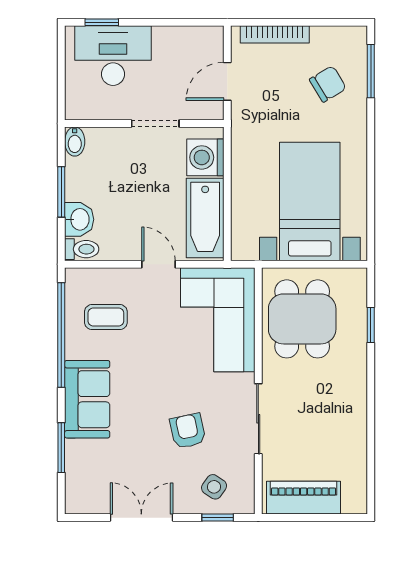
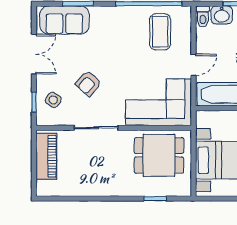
coffee table: (106, 317) -> (160, 32), width x1.36, depth x1.30
sofa: (87, 399) -> (64, 20), moved
armchair: (188, 431) -> (88, 83), turned 143

